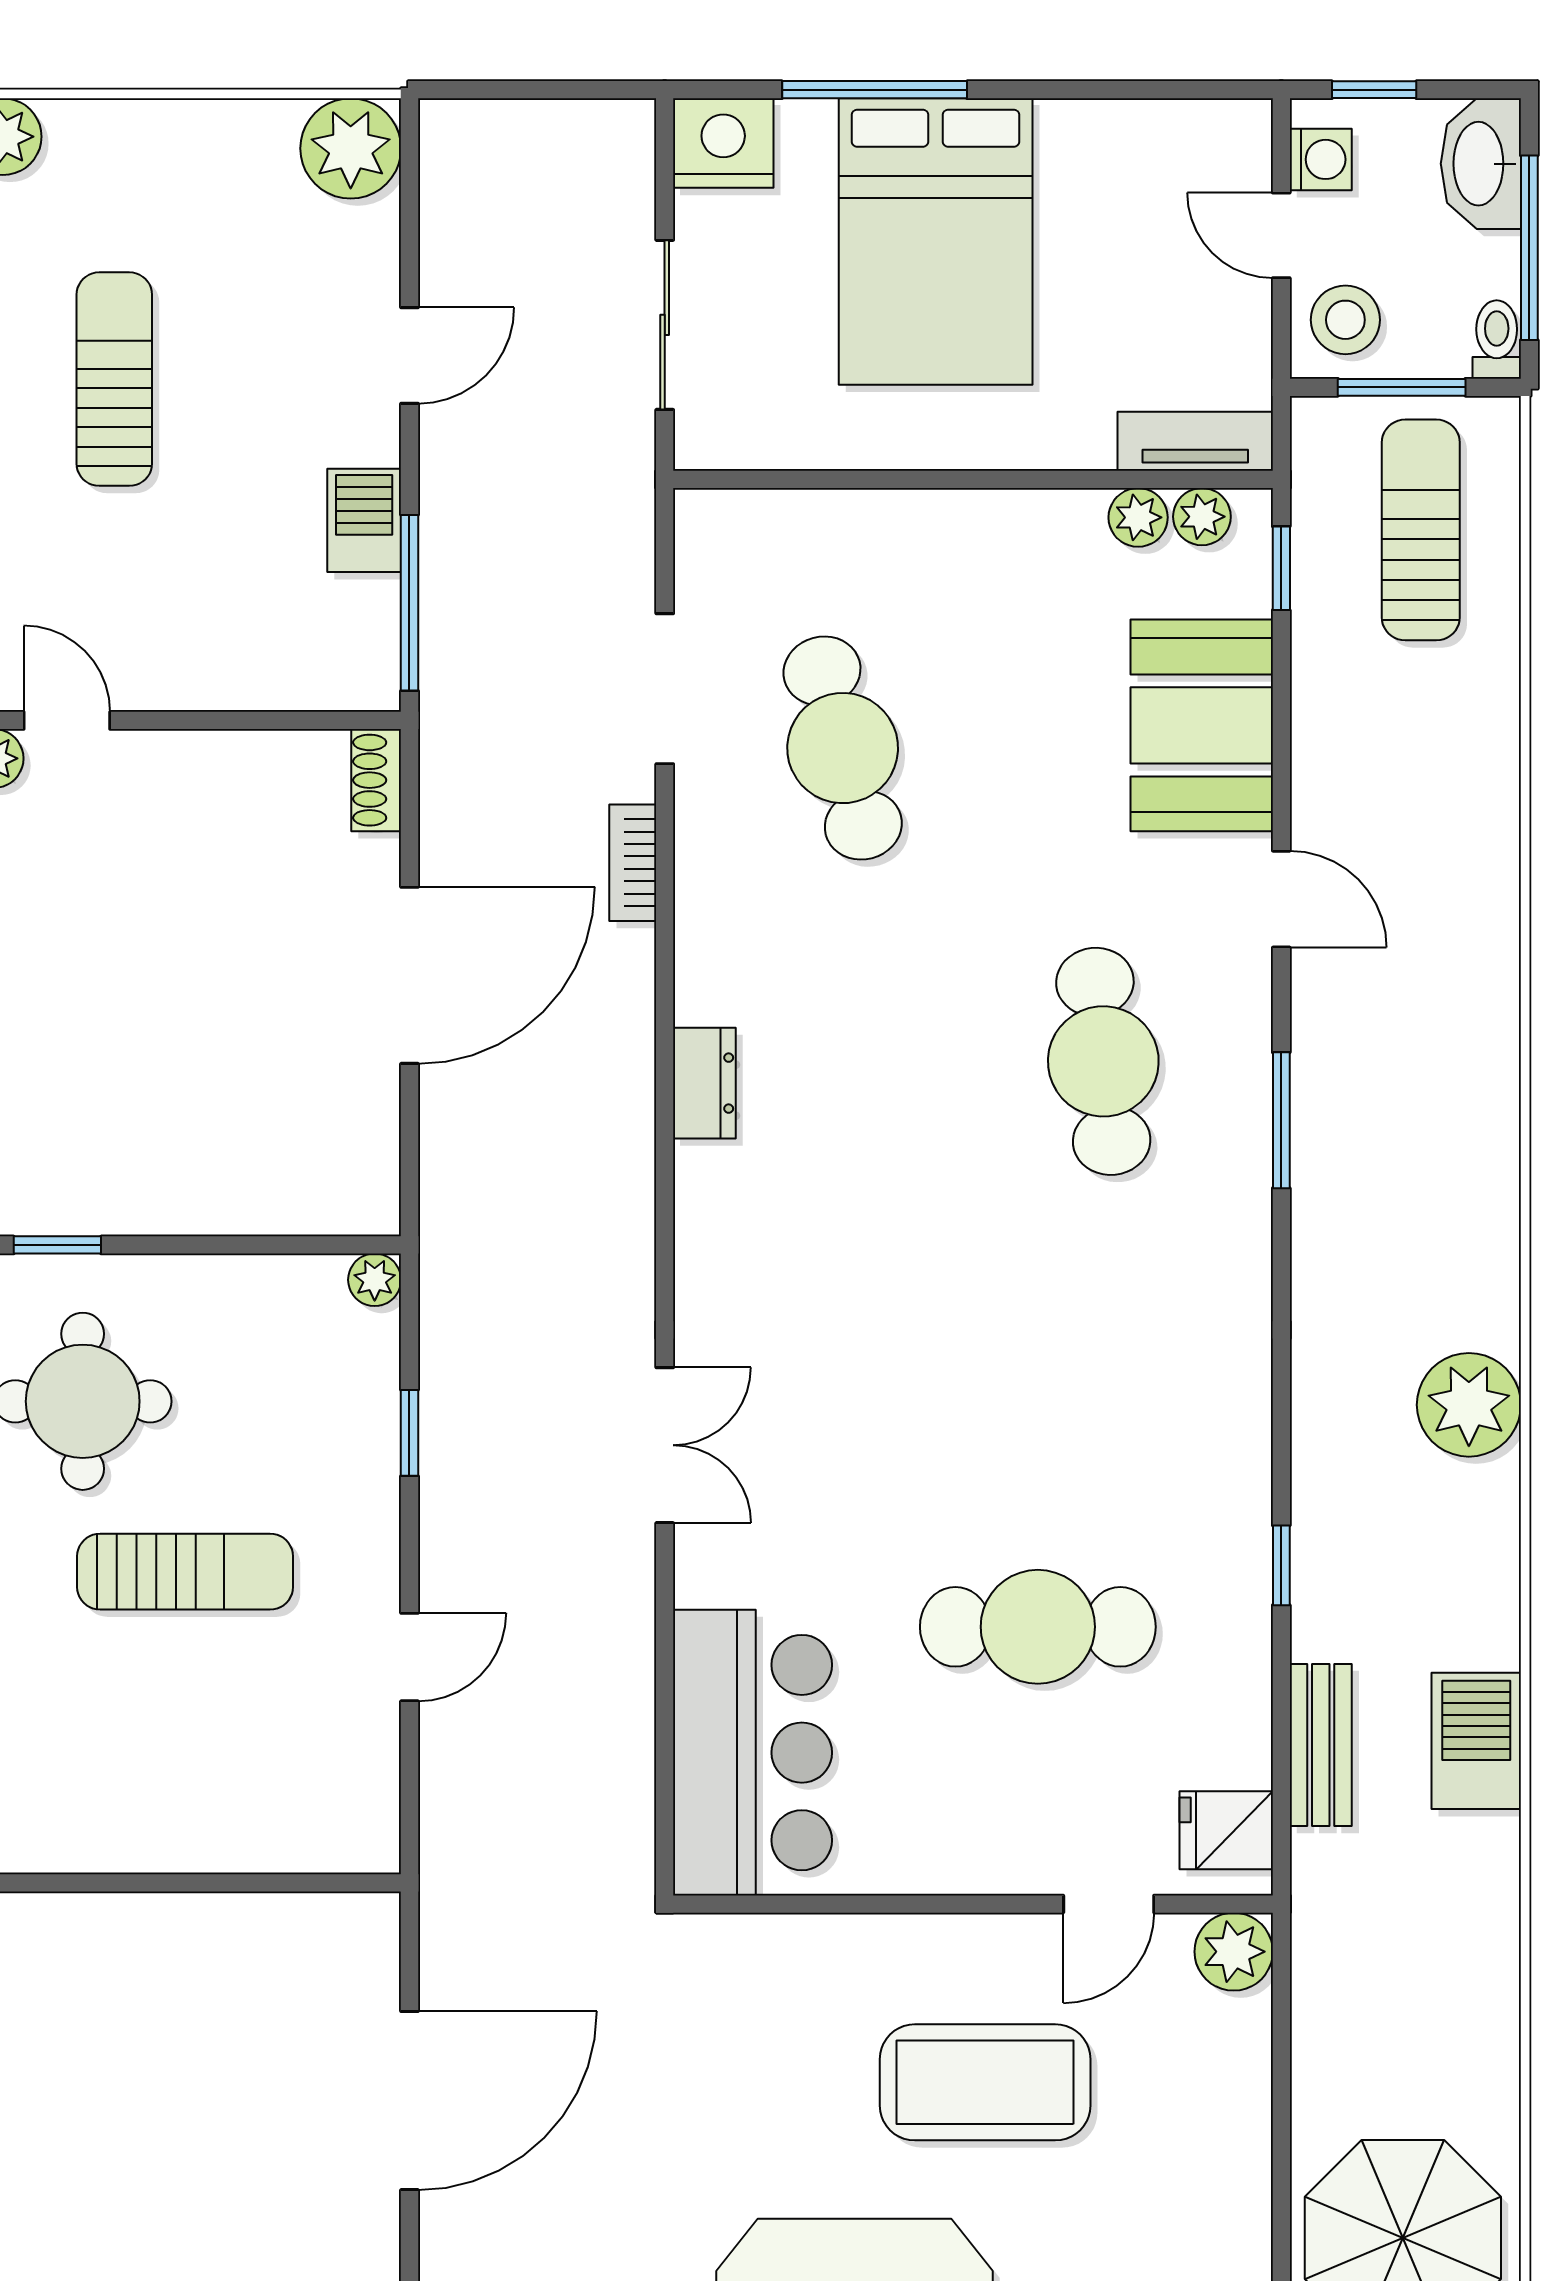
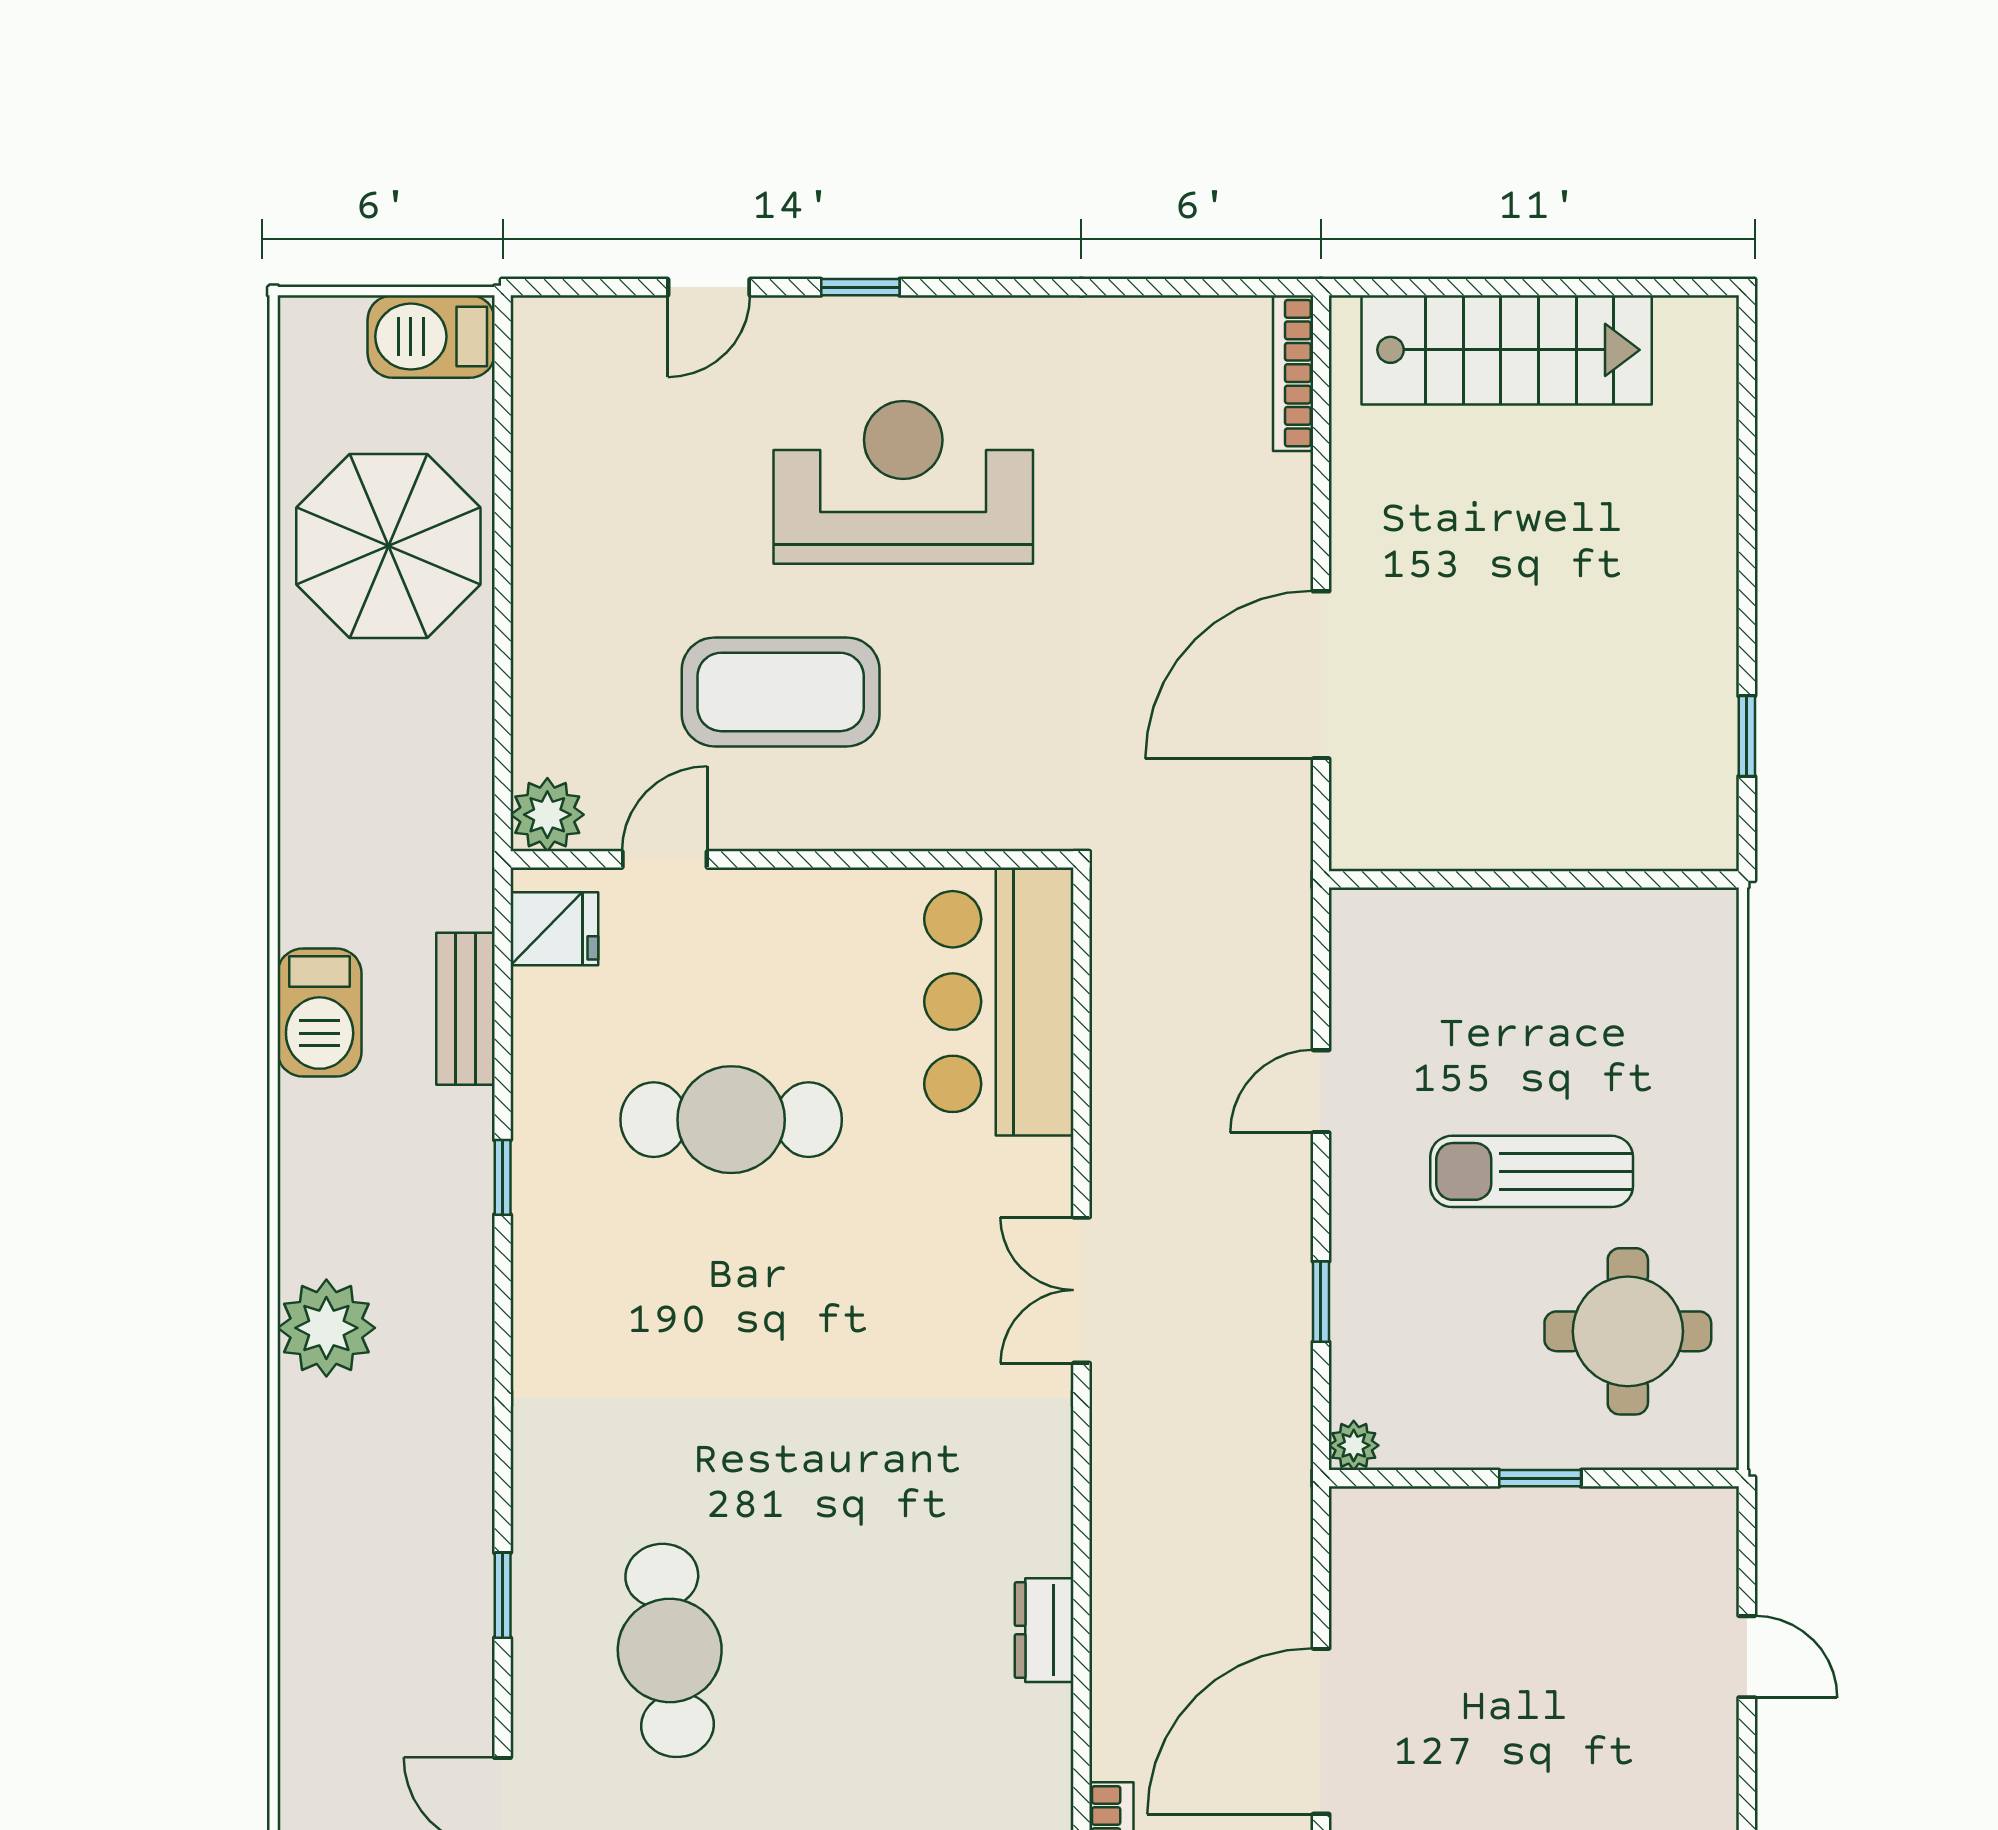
window: (1281, 1120) -> (503, 1595), width x0.67
window: (57, 1245) -> (1540, 1478), moved

